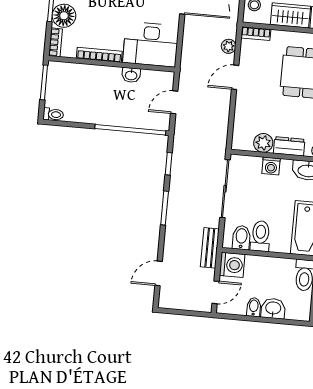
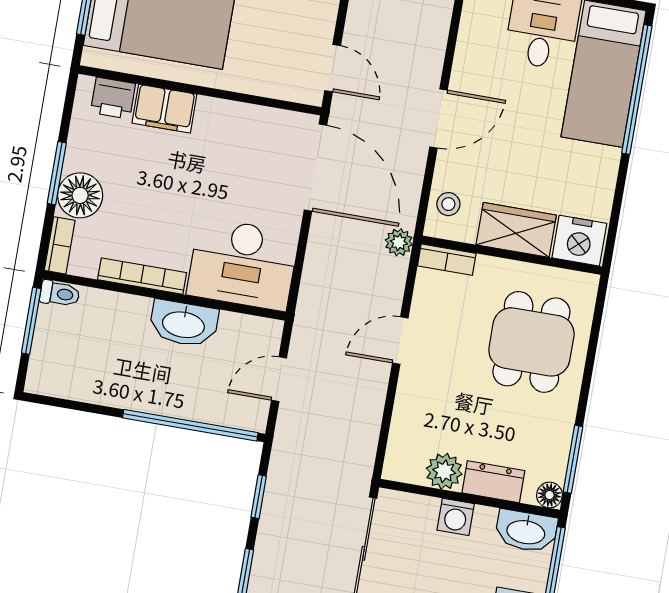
plant: (229, 46) -> (399, 242), moved
washbasin: (131, 75) -> (184, 324), width x1.91, depth x1.45
toilet: (53, 114) -> (60, 294), moved

